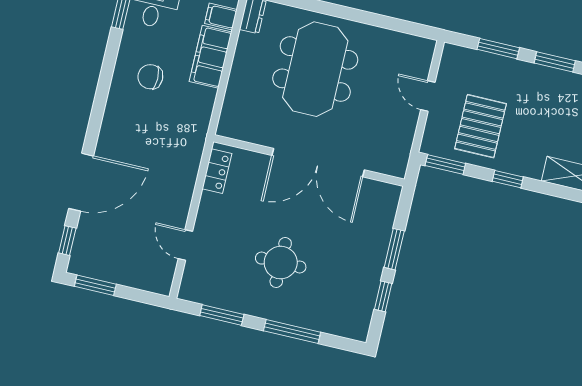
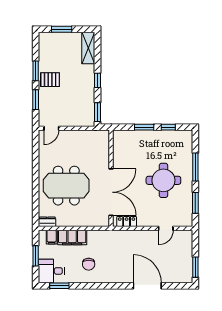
door: (428, 96) -> (51, 128), moved
pallet: (481, 126) -> (50, 80), moved, width x0.67, depth x0.71
double door: (318, 163) -> (111, 192), moved
window: (67, 241) -> (177, 286), removed
round table: (281, 263) -> (163, 180), width x1.36, depth x1.36

